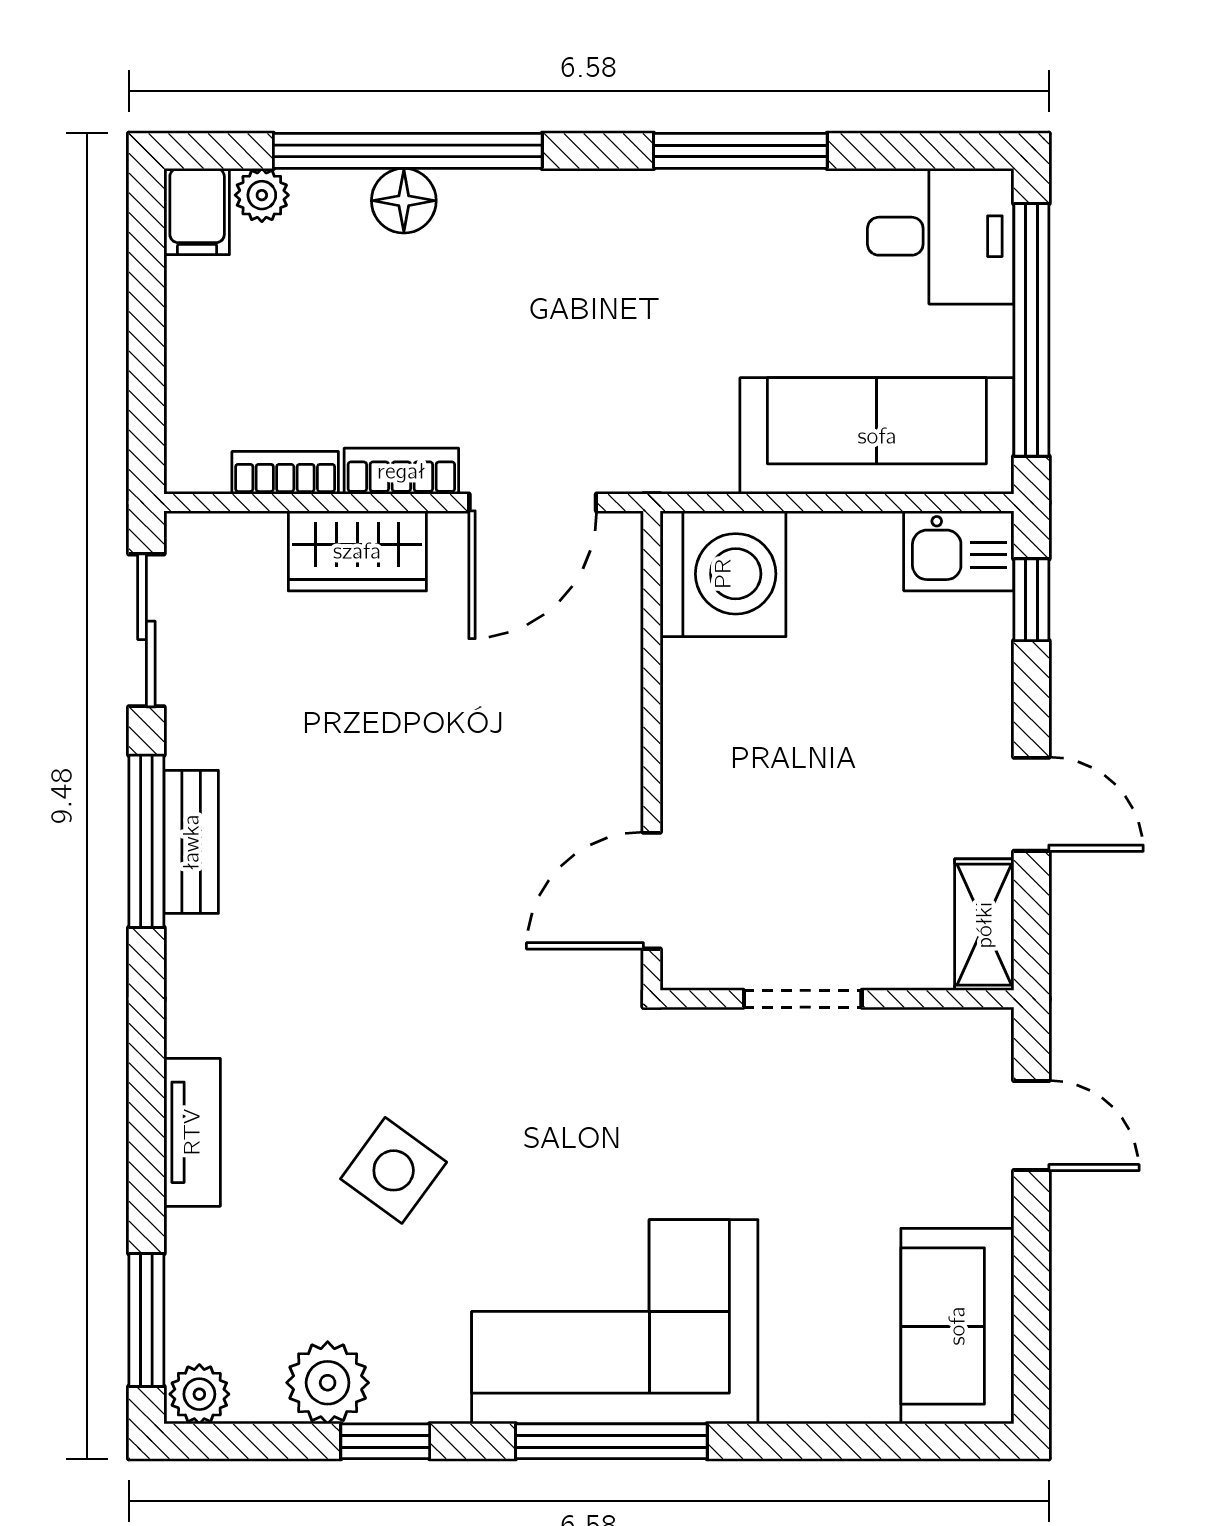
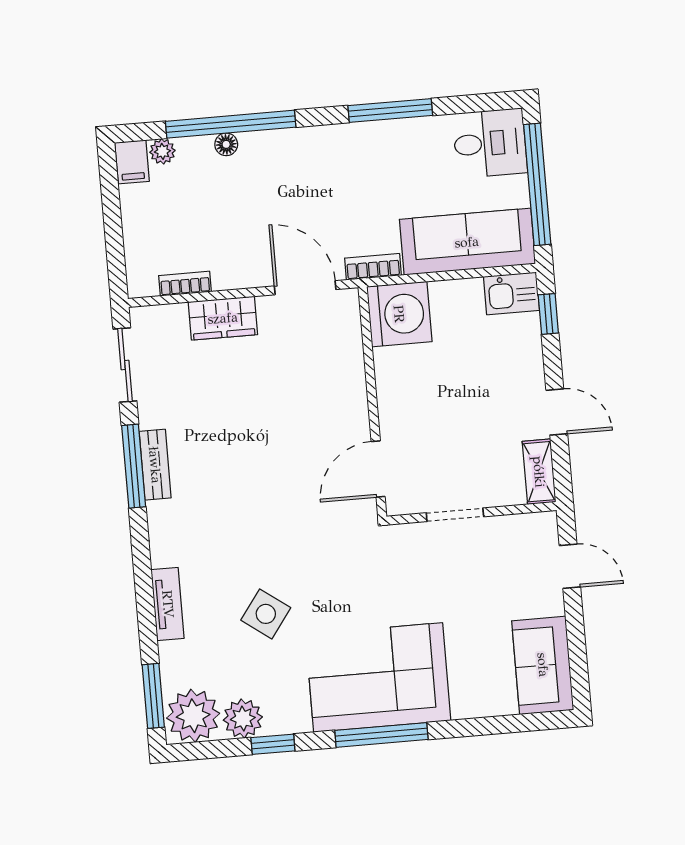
floor lamp: (404, 201) -> (226, 144), width x0.73, depth x0.73
bookcase: (401, 471) -> (373, 267), moved
door: (533, 502) -> (305, 288), swing flipped
plant: (199, 1394) -> (193, 716), width x1.88, depth x1.88

